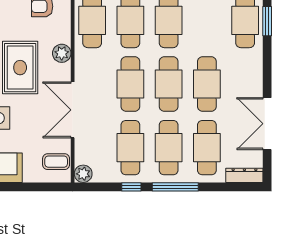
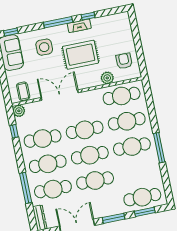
plant: (62, 53) -> (107, 78), moved
window: (267, 68) -> (114, 218), added
window: (131, 187) -> (14, 131), moved
window: (175, 187) -> (26, 188), moved

